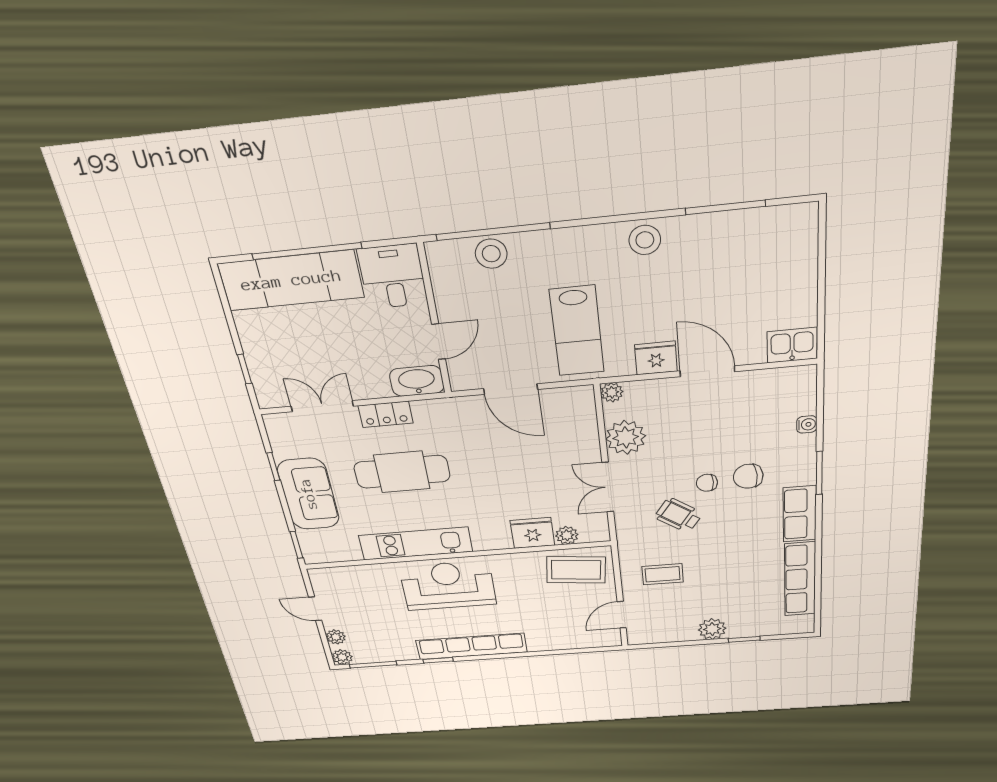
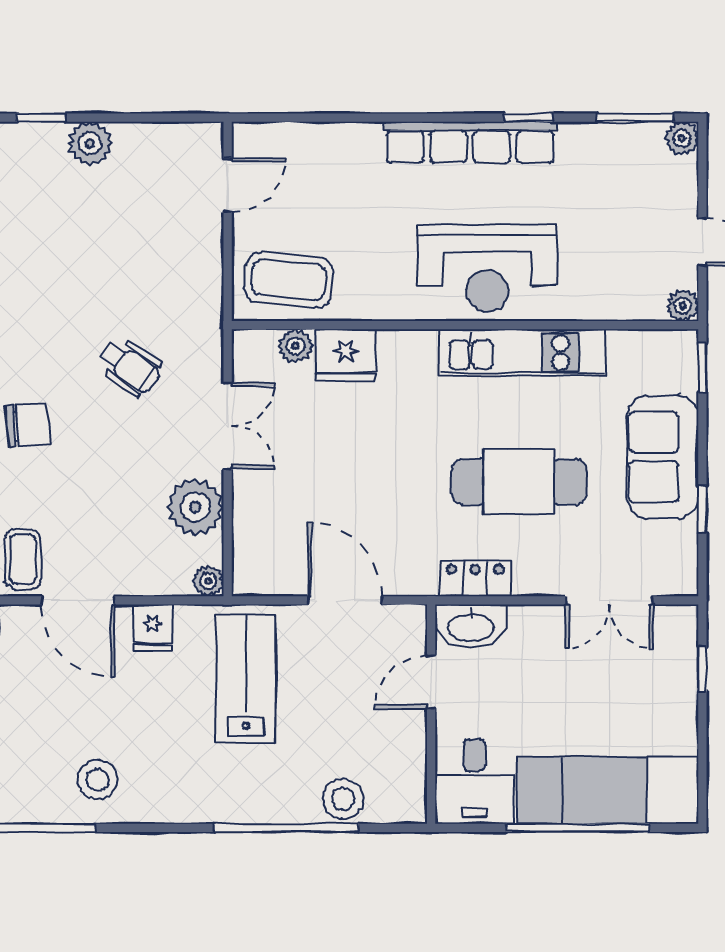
window: (493, 232) -> (286, 828), moved
stool: (645, 240) -> (97, 780), moved
fridge: (656, 358) -> (153, 628), width x0.72
locker: (386, 414) -> (475, 578), moved
chair: (707, 483) -> (86, 419), removed
coffee table: (663, 574) -> (23, 559), moved, turned 90
plant: (336, 637) -> (683, 306), moved

